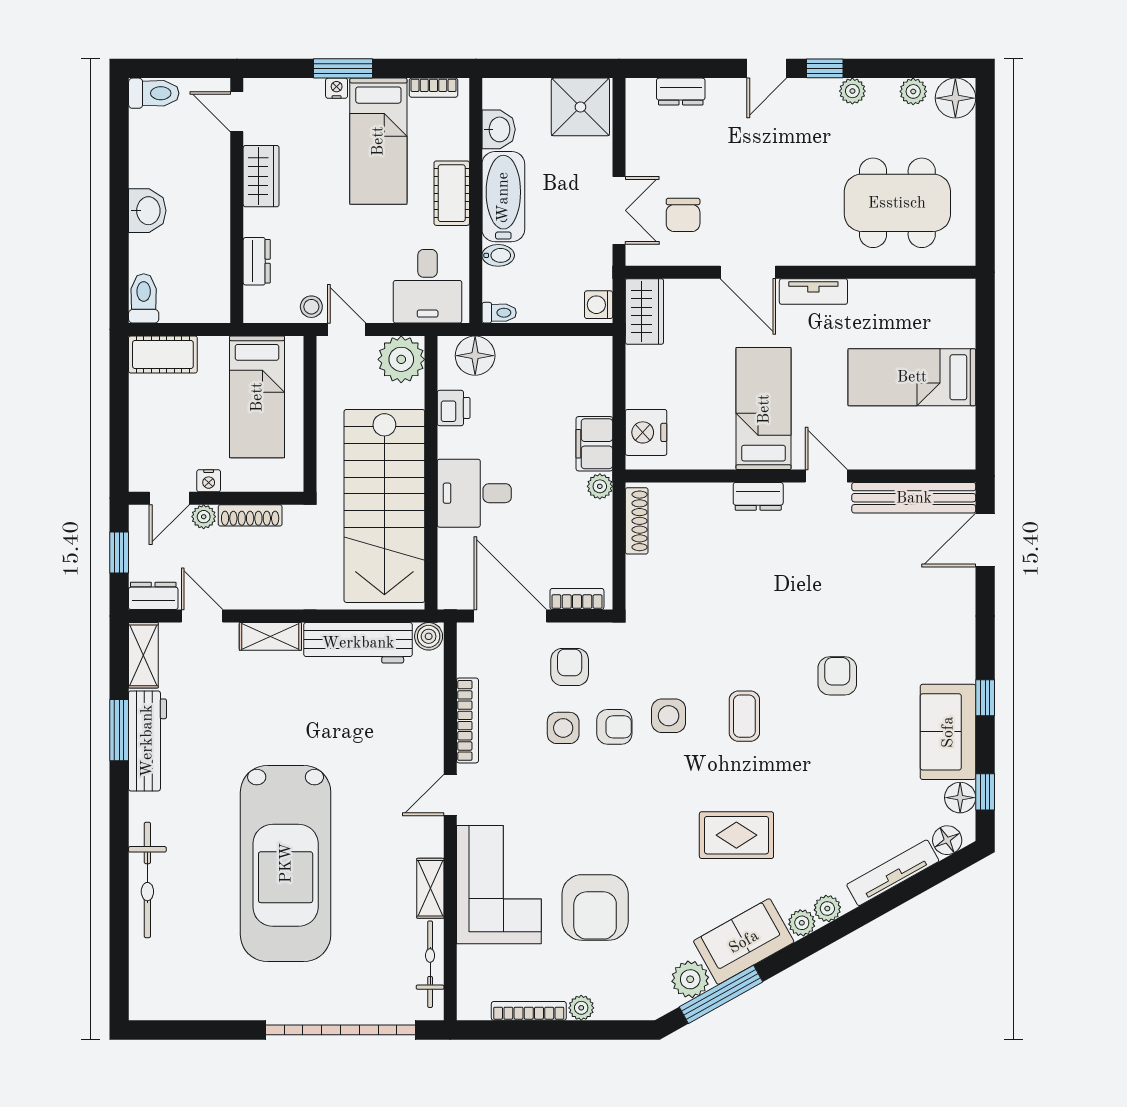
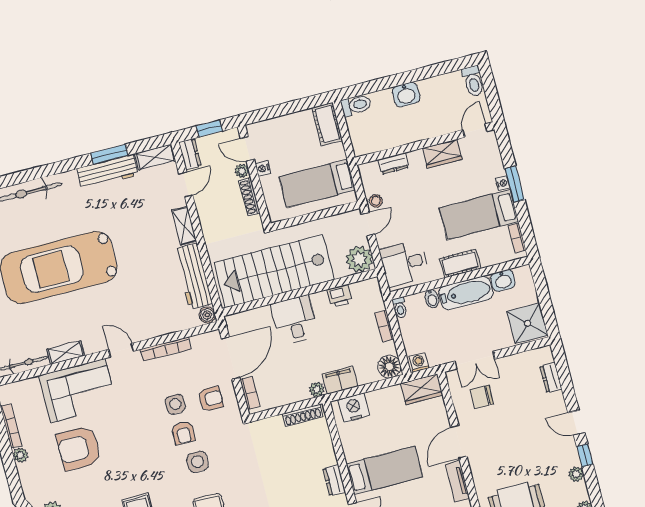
bookcase: (523, 346) -> (384, 326), added
floor lamp: (475, 356) -> (389, 367), moved

